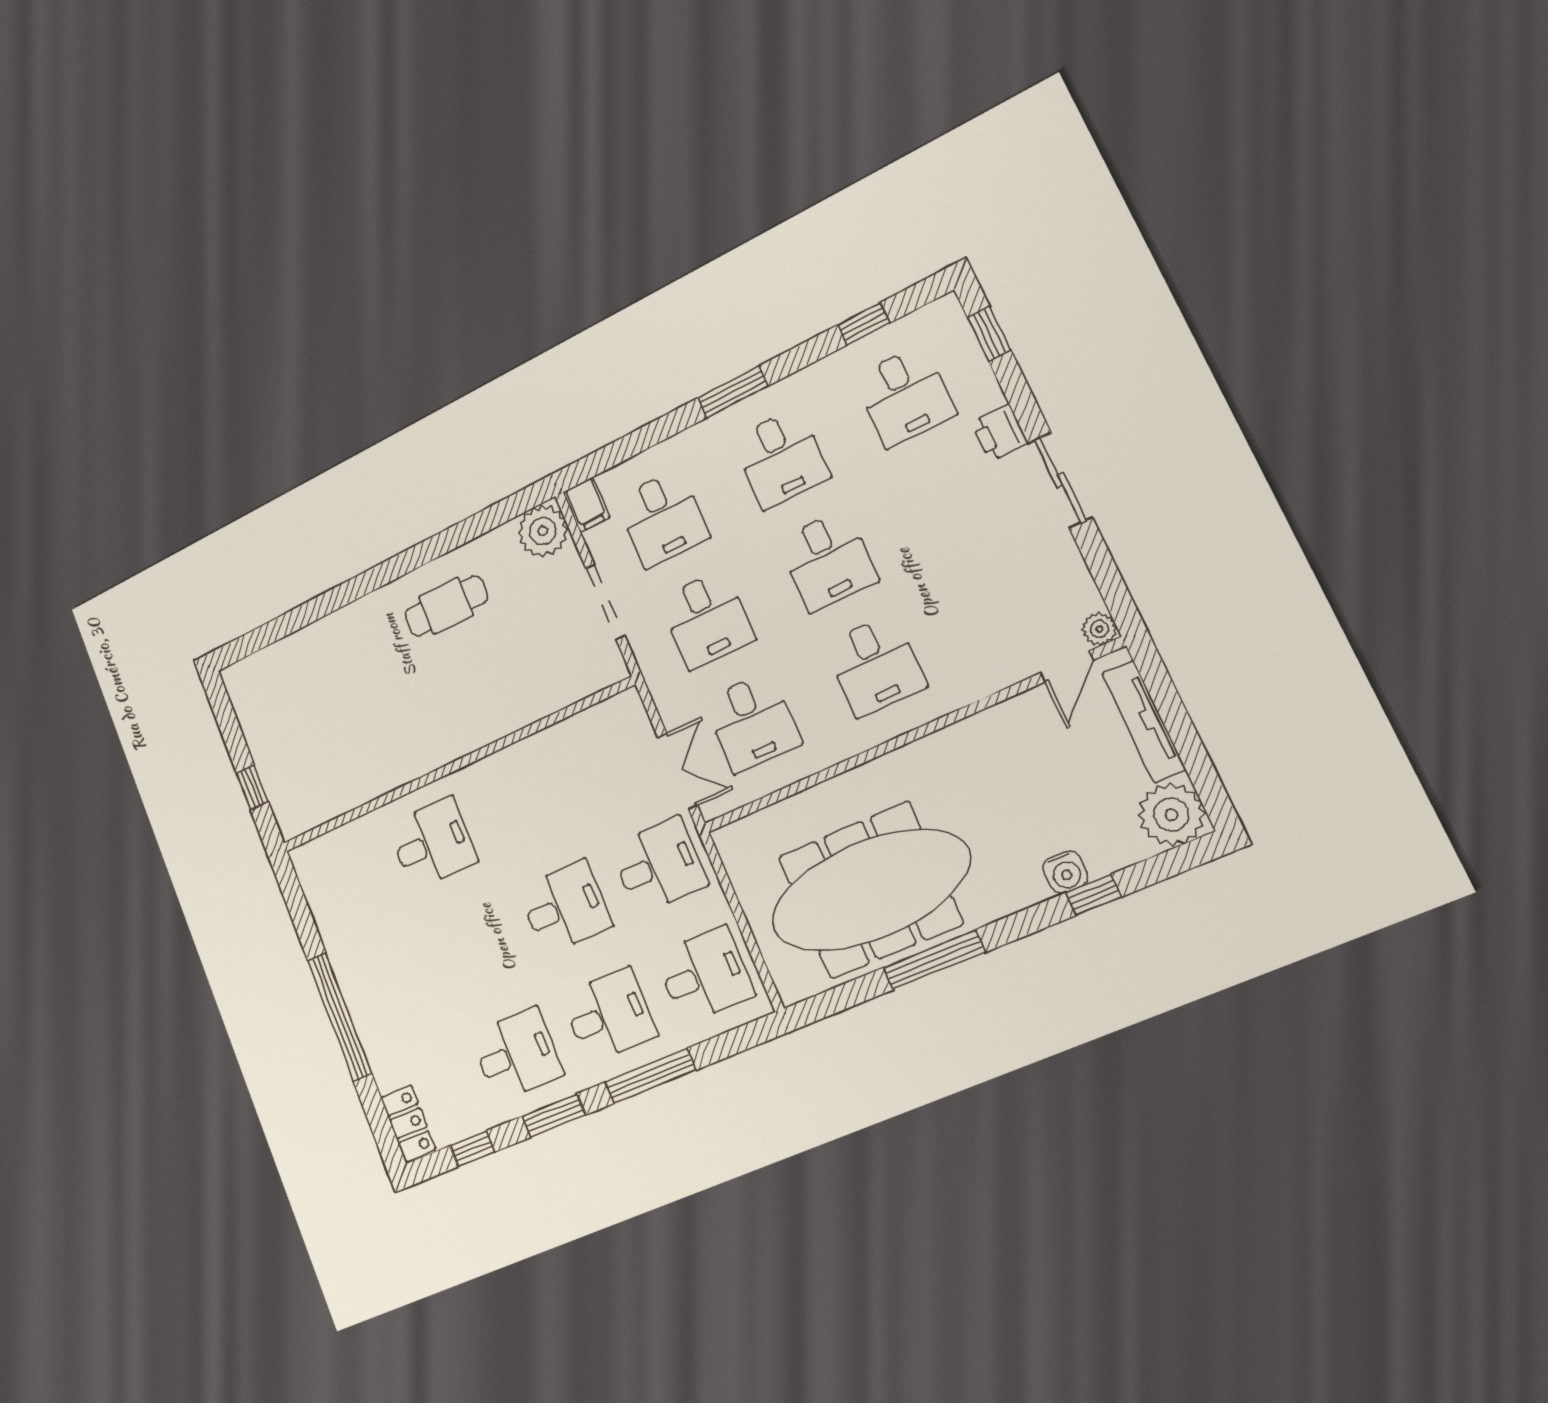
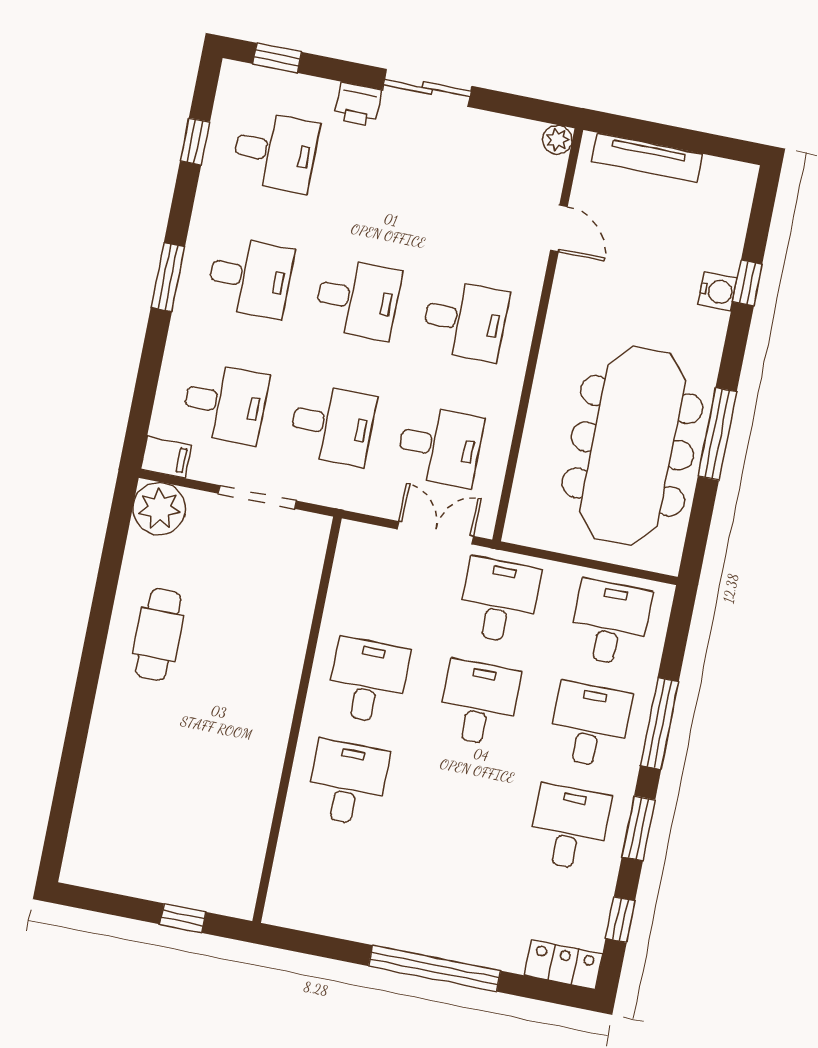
door: (1067, 667) -> (559, 229), moved
desk: (522, 802) -> (368, 681), added
plant: (1171, 815) -> (727, 187), removed

